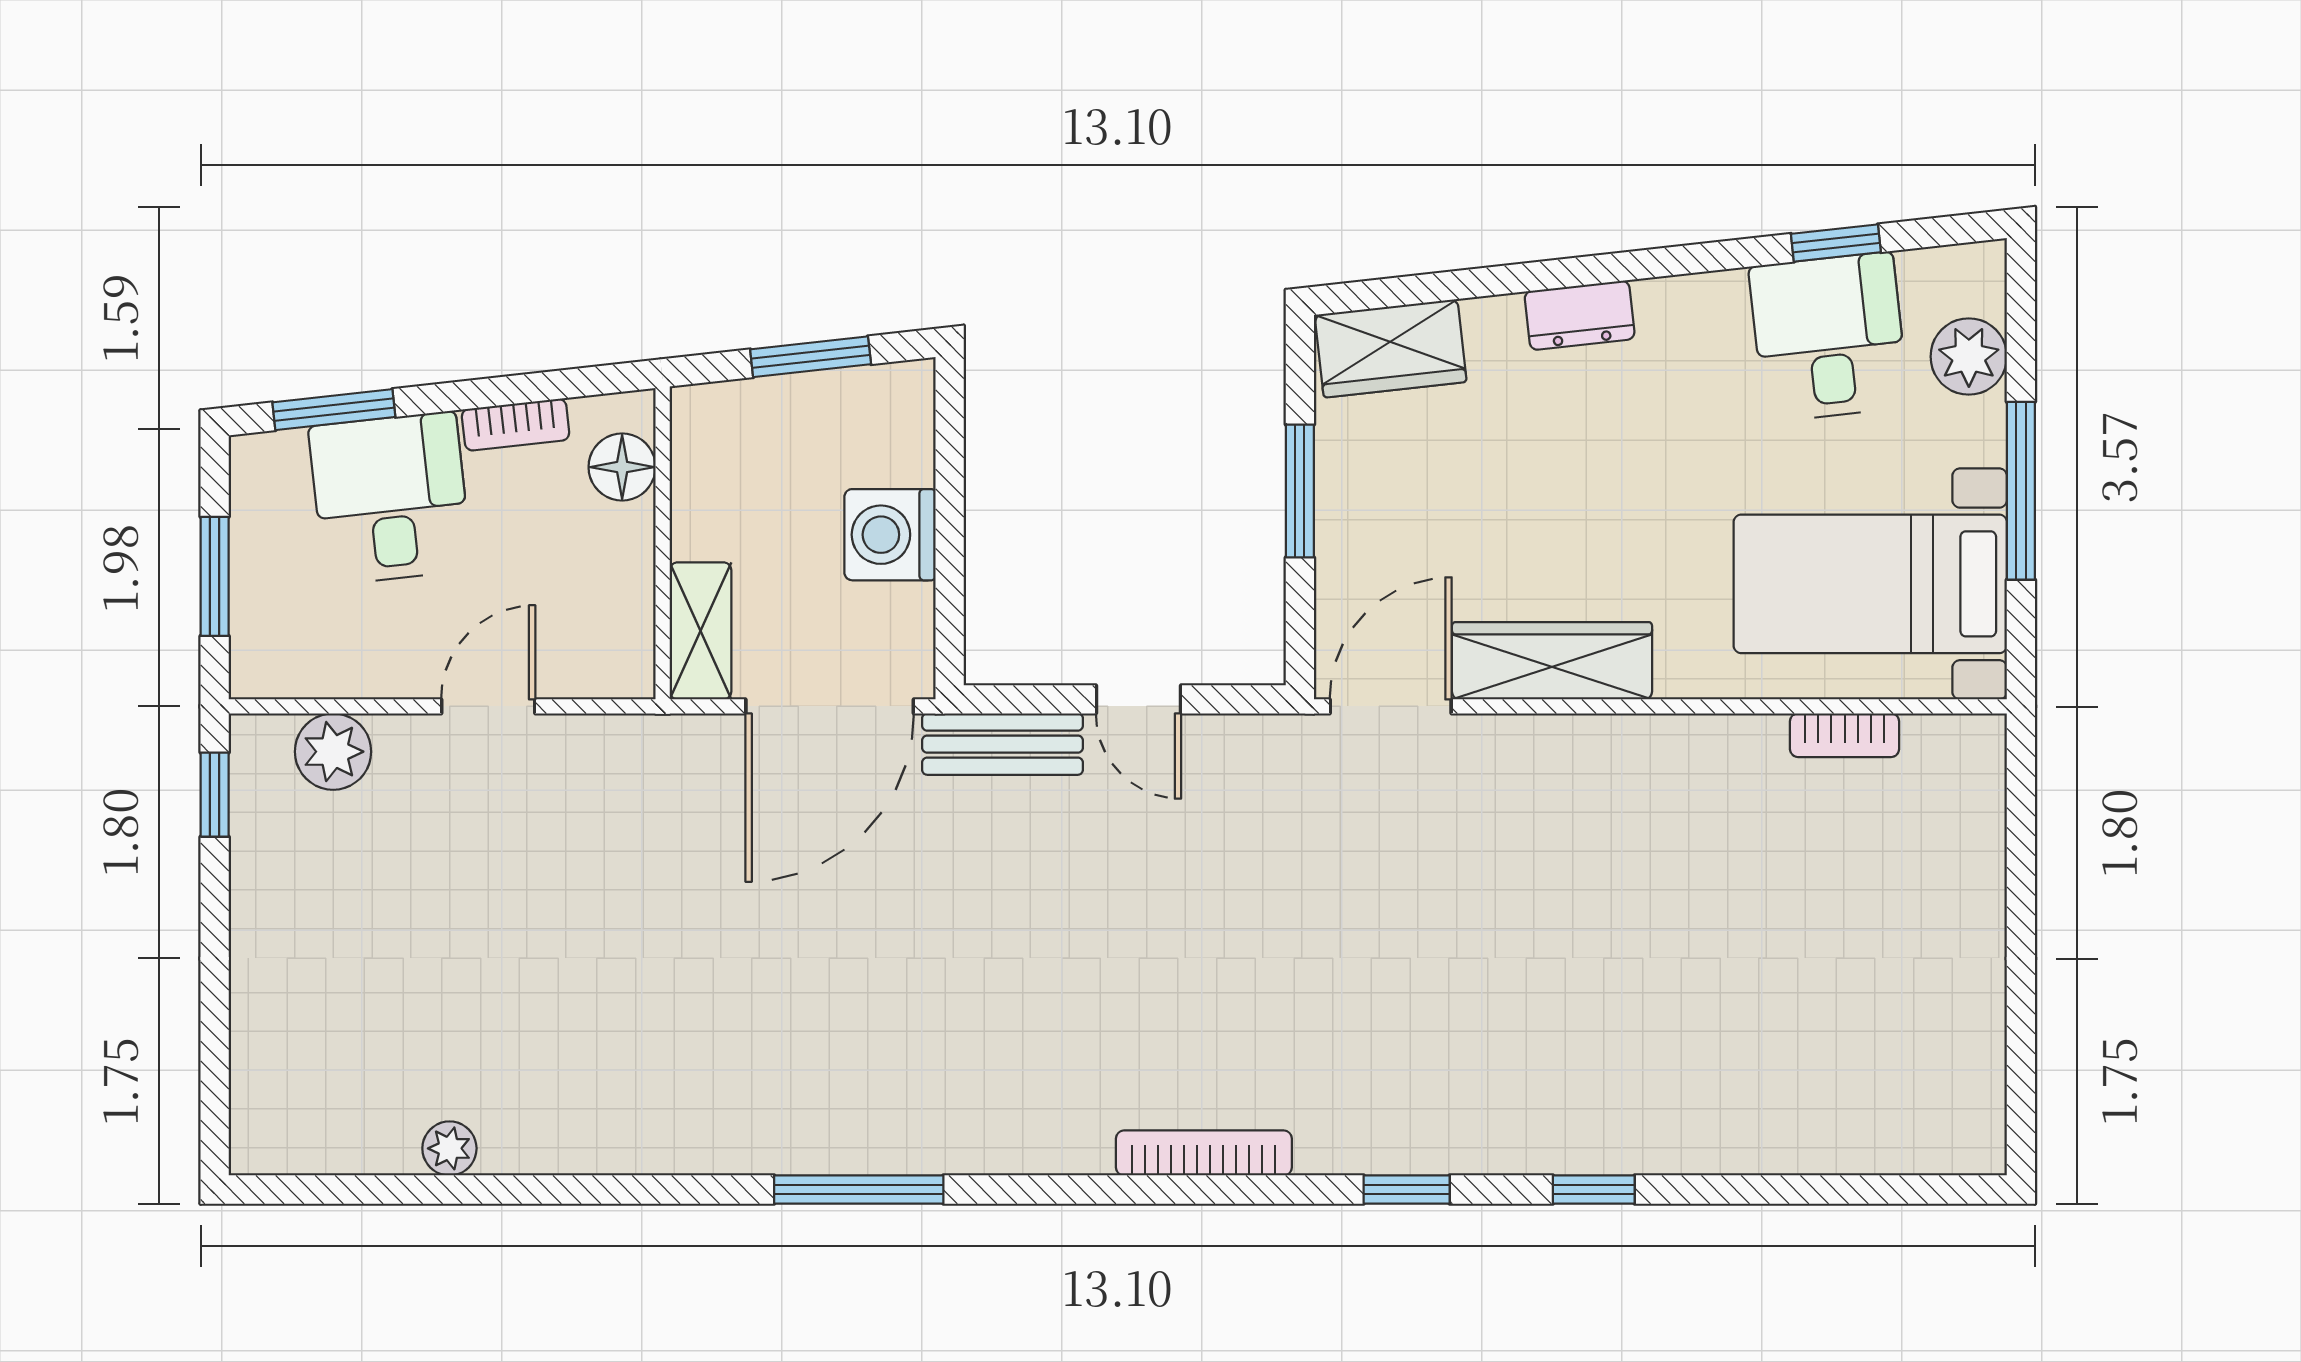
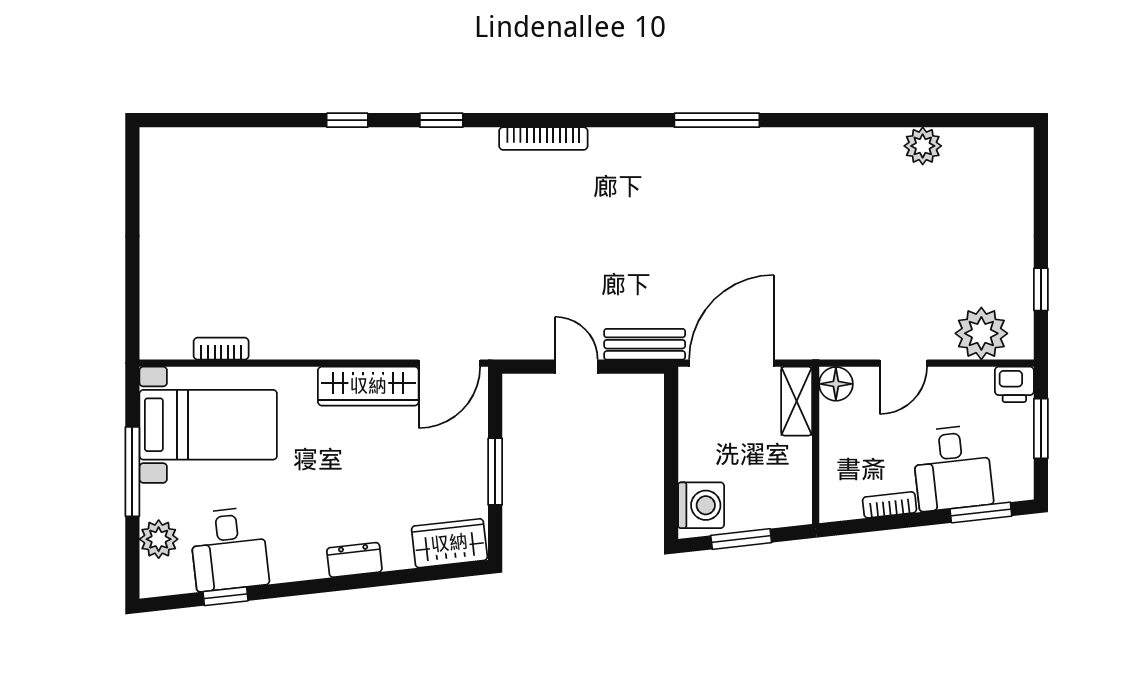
floor lamp: (622, 467) -> (836, 384), moved
washing machine: (890, 535) -> (701, 505), moved
printer: (267, 664) -> (1014, 384), added
plant: (333, 752) -> (981, 333), width x1.36, depth x1.36
window: (215, 795) -> (1041, 289), moved
plant: (449, 1148) -> (923, 146), width x1.38, depth x1.38

